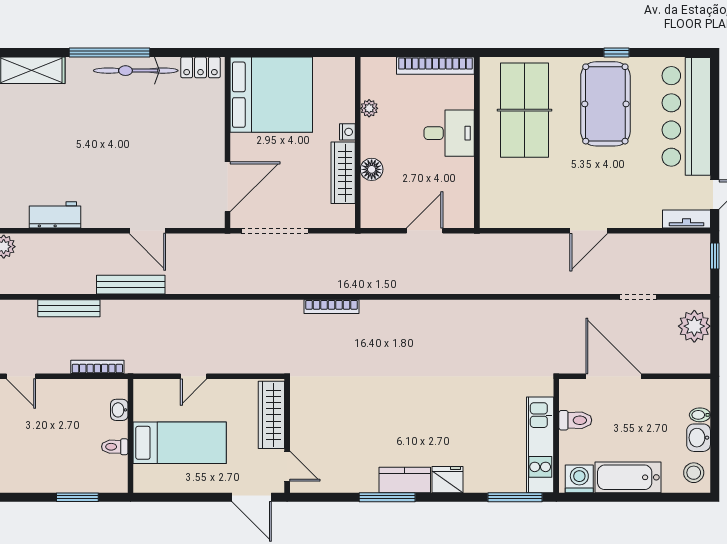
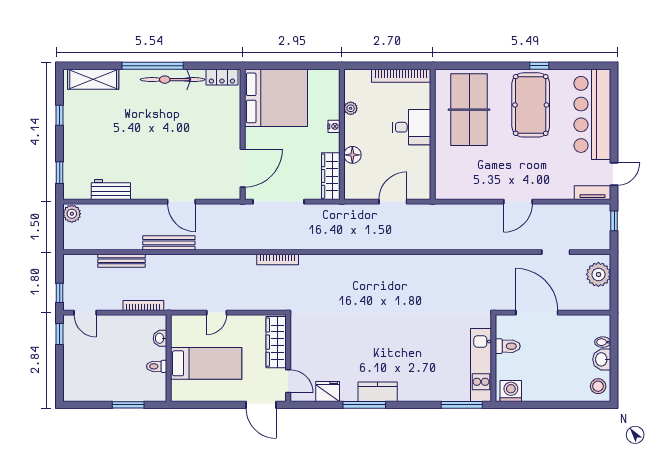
wardrobe: (343, 173) -> (331, 176), moved
bookcase: (332, 307) -> (278, 259), moved
bathtub: (628, 477) -> (548, 390), removed
fridge: (447, 480) -> (328, 391), moved

